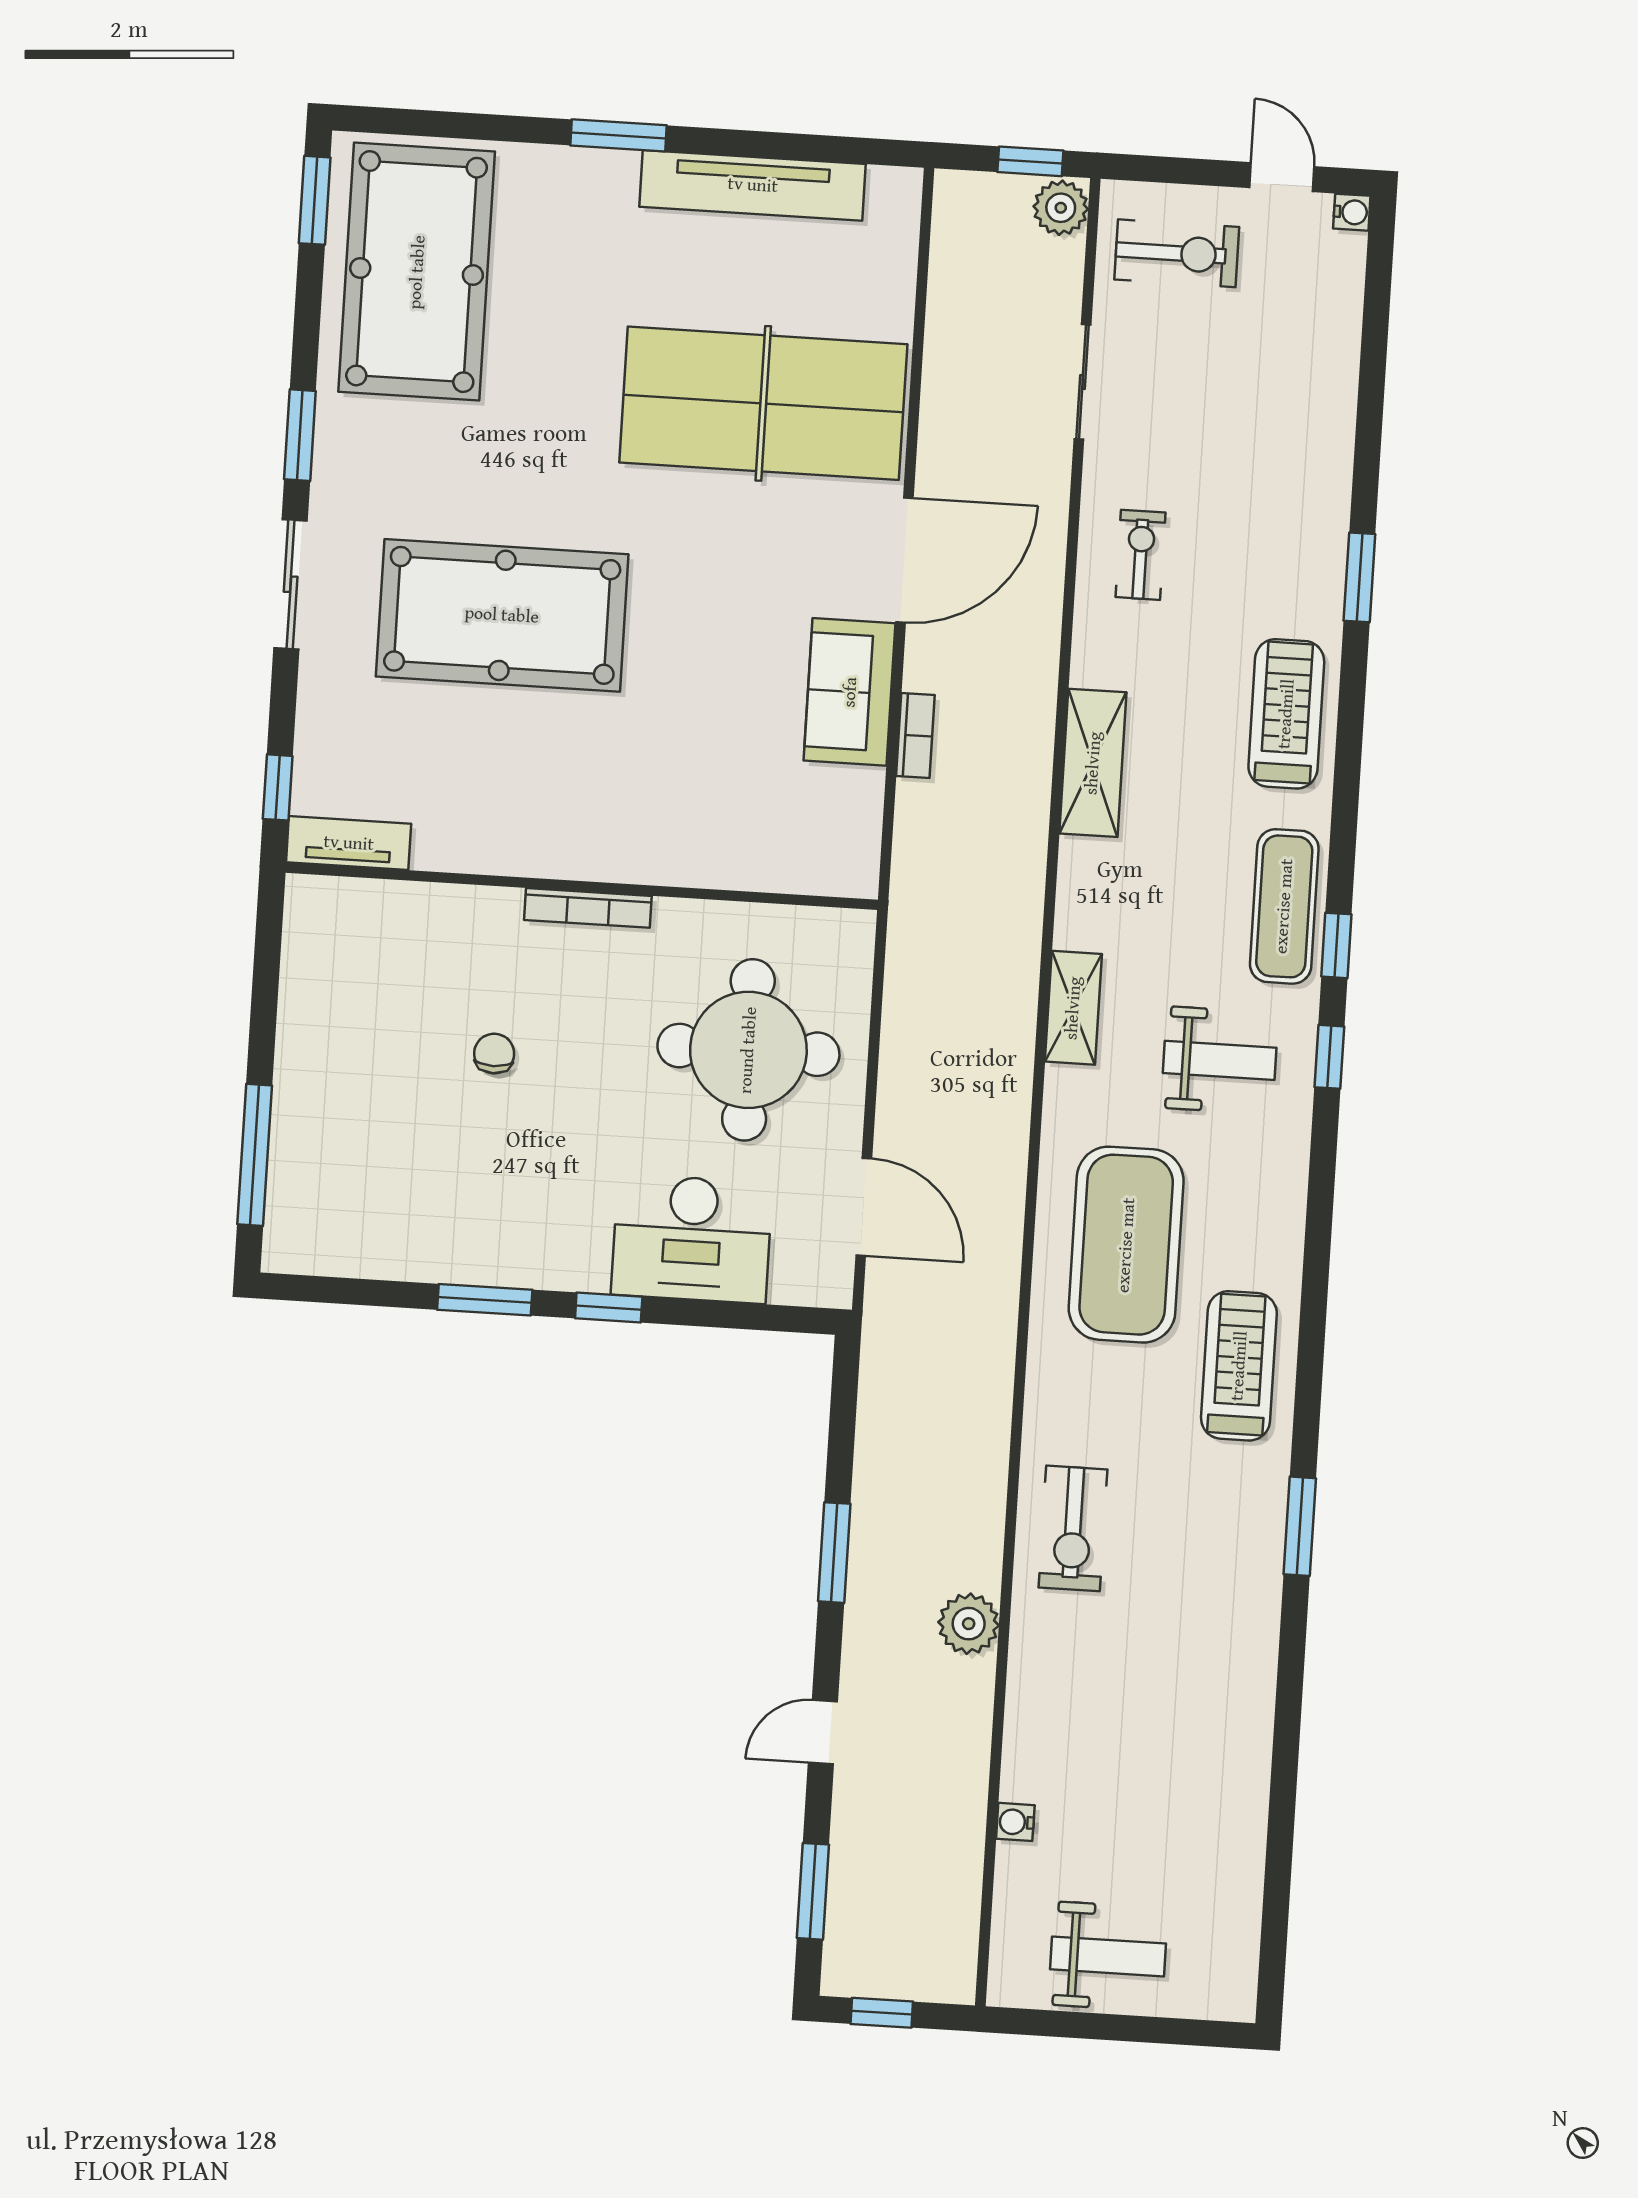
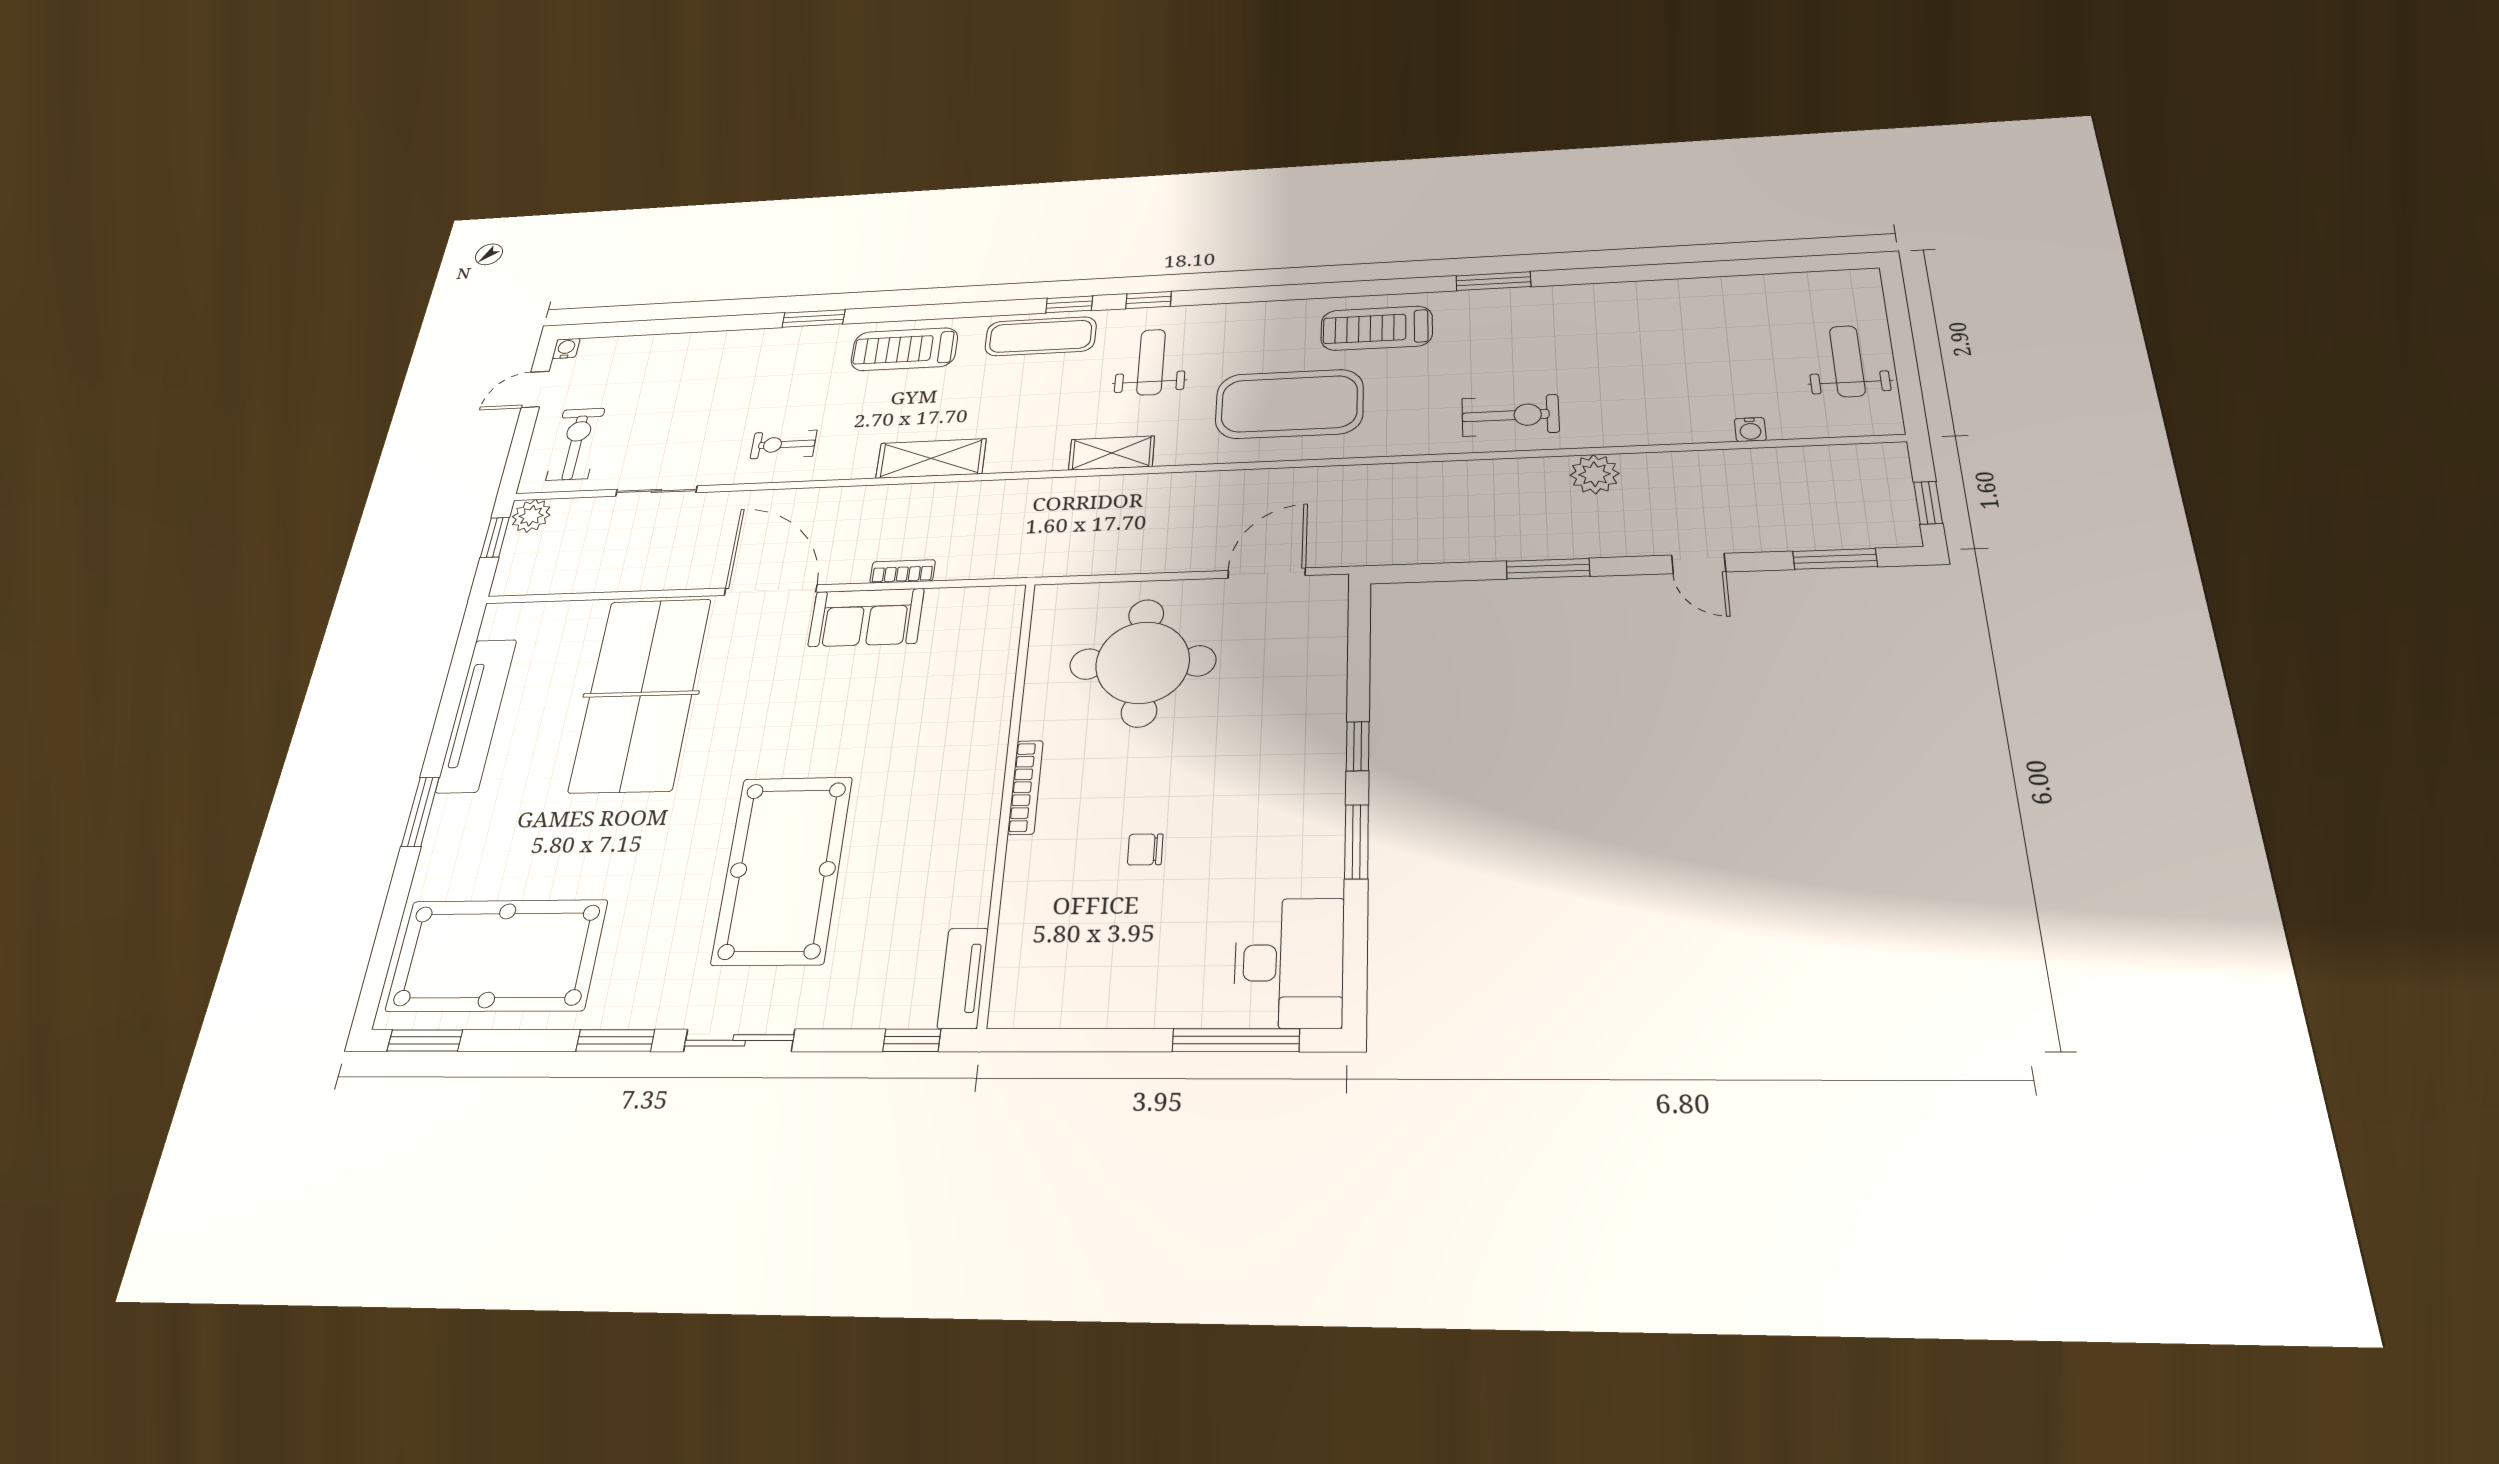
desk: (692, 1239) -> (1289, 963), moved

